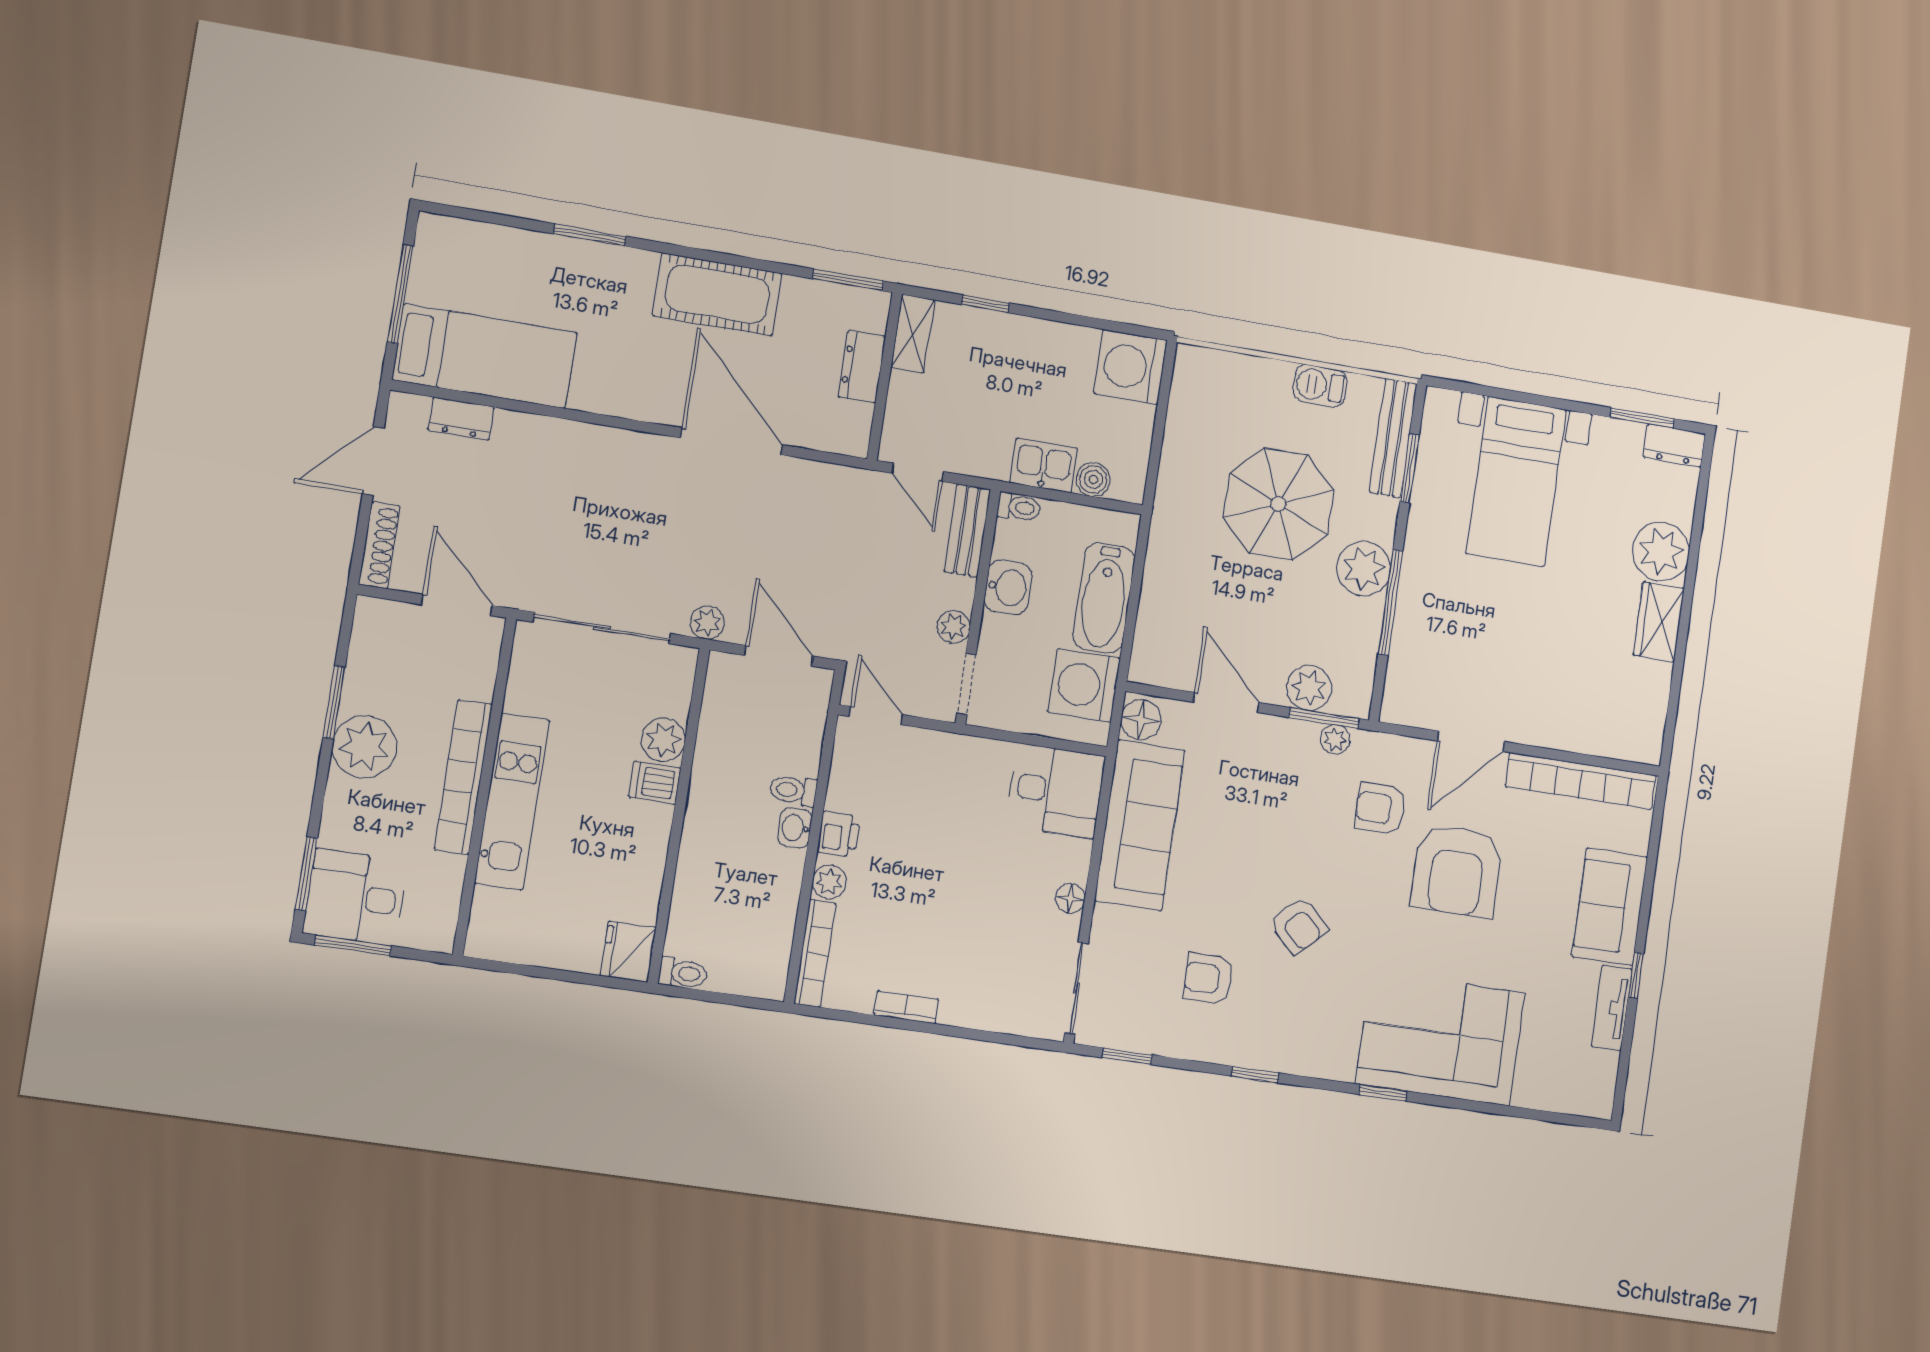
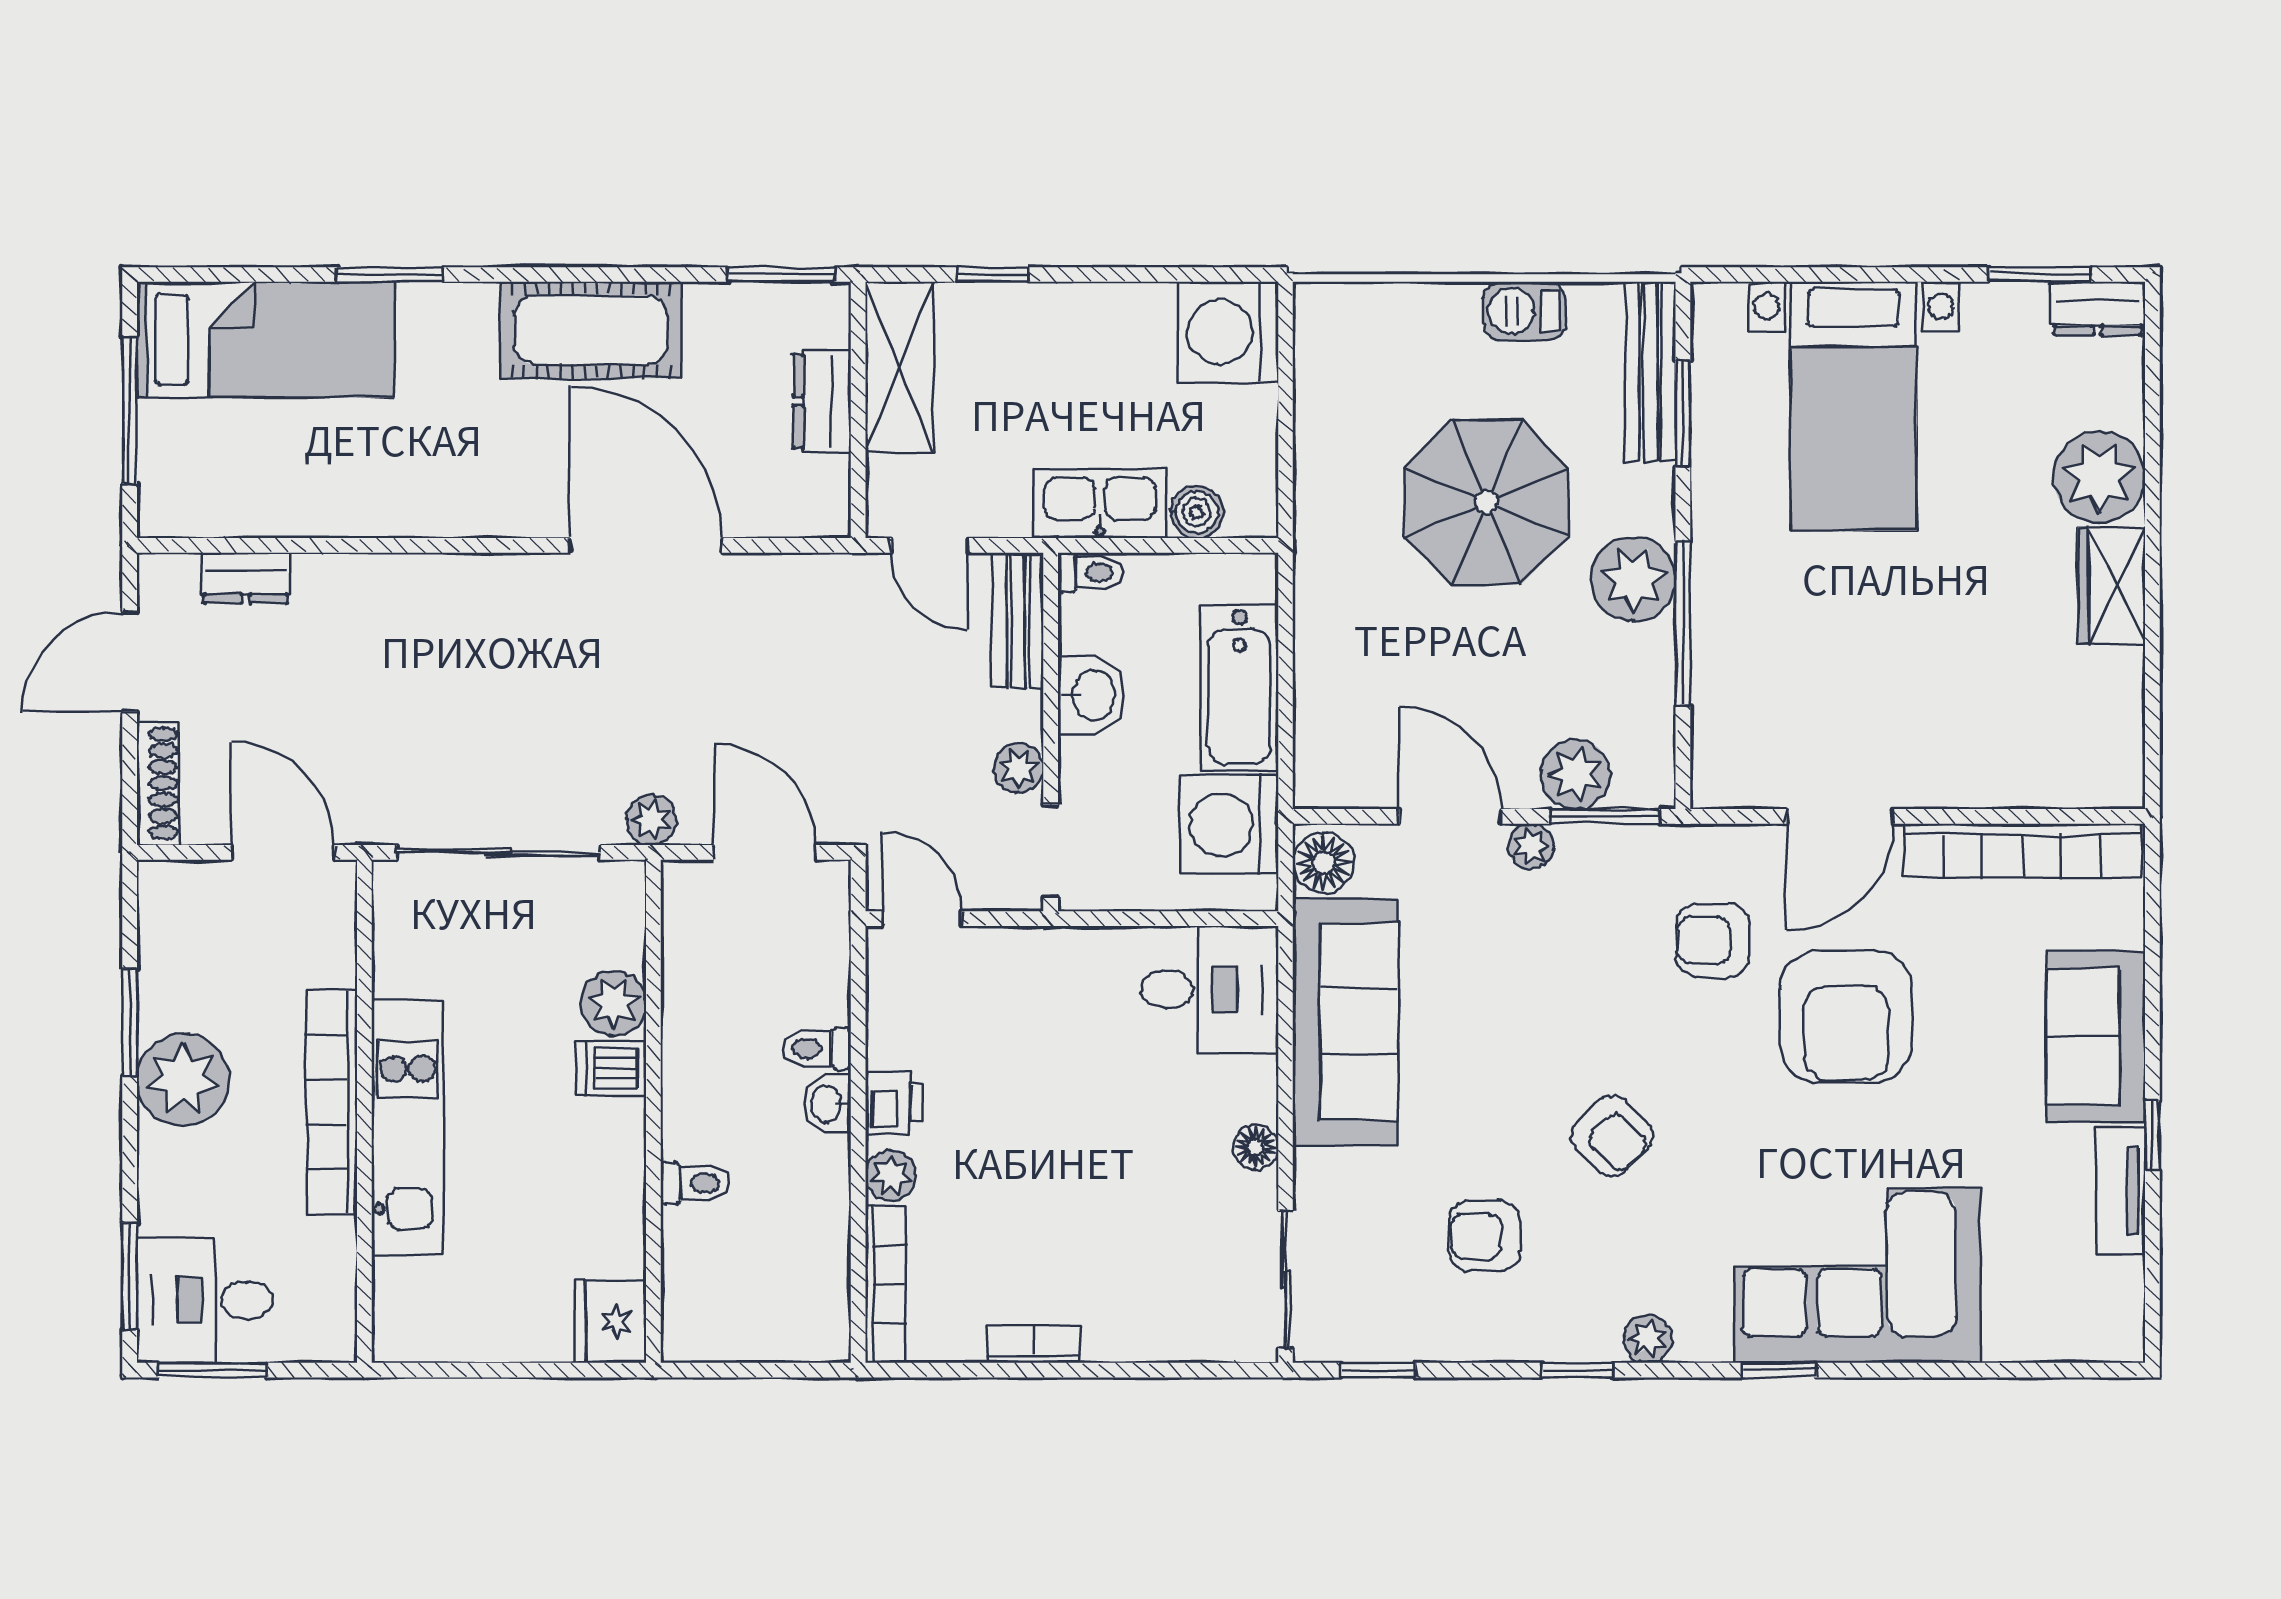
shelving: (913, 334) -> (899, 367), width x1.50, depth x1.33
bed: (485, 356) -> (265, 340), moved
kitchen sink: (1044, 465) -> (1100, 503), width x1.38
plant: (1335, 739) -> (1531, 846), moved
toilet: (683, 973) -> (695, 1183), moved
plant: (1303, 1061) -> (1648, 1339), added

